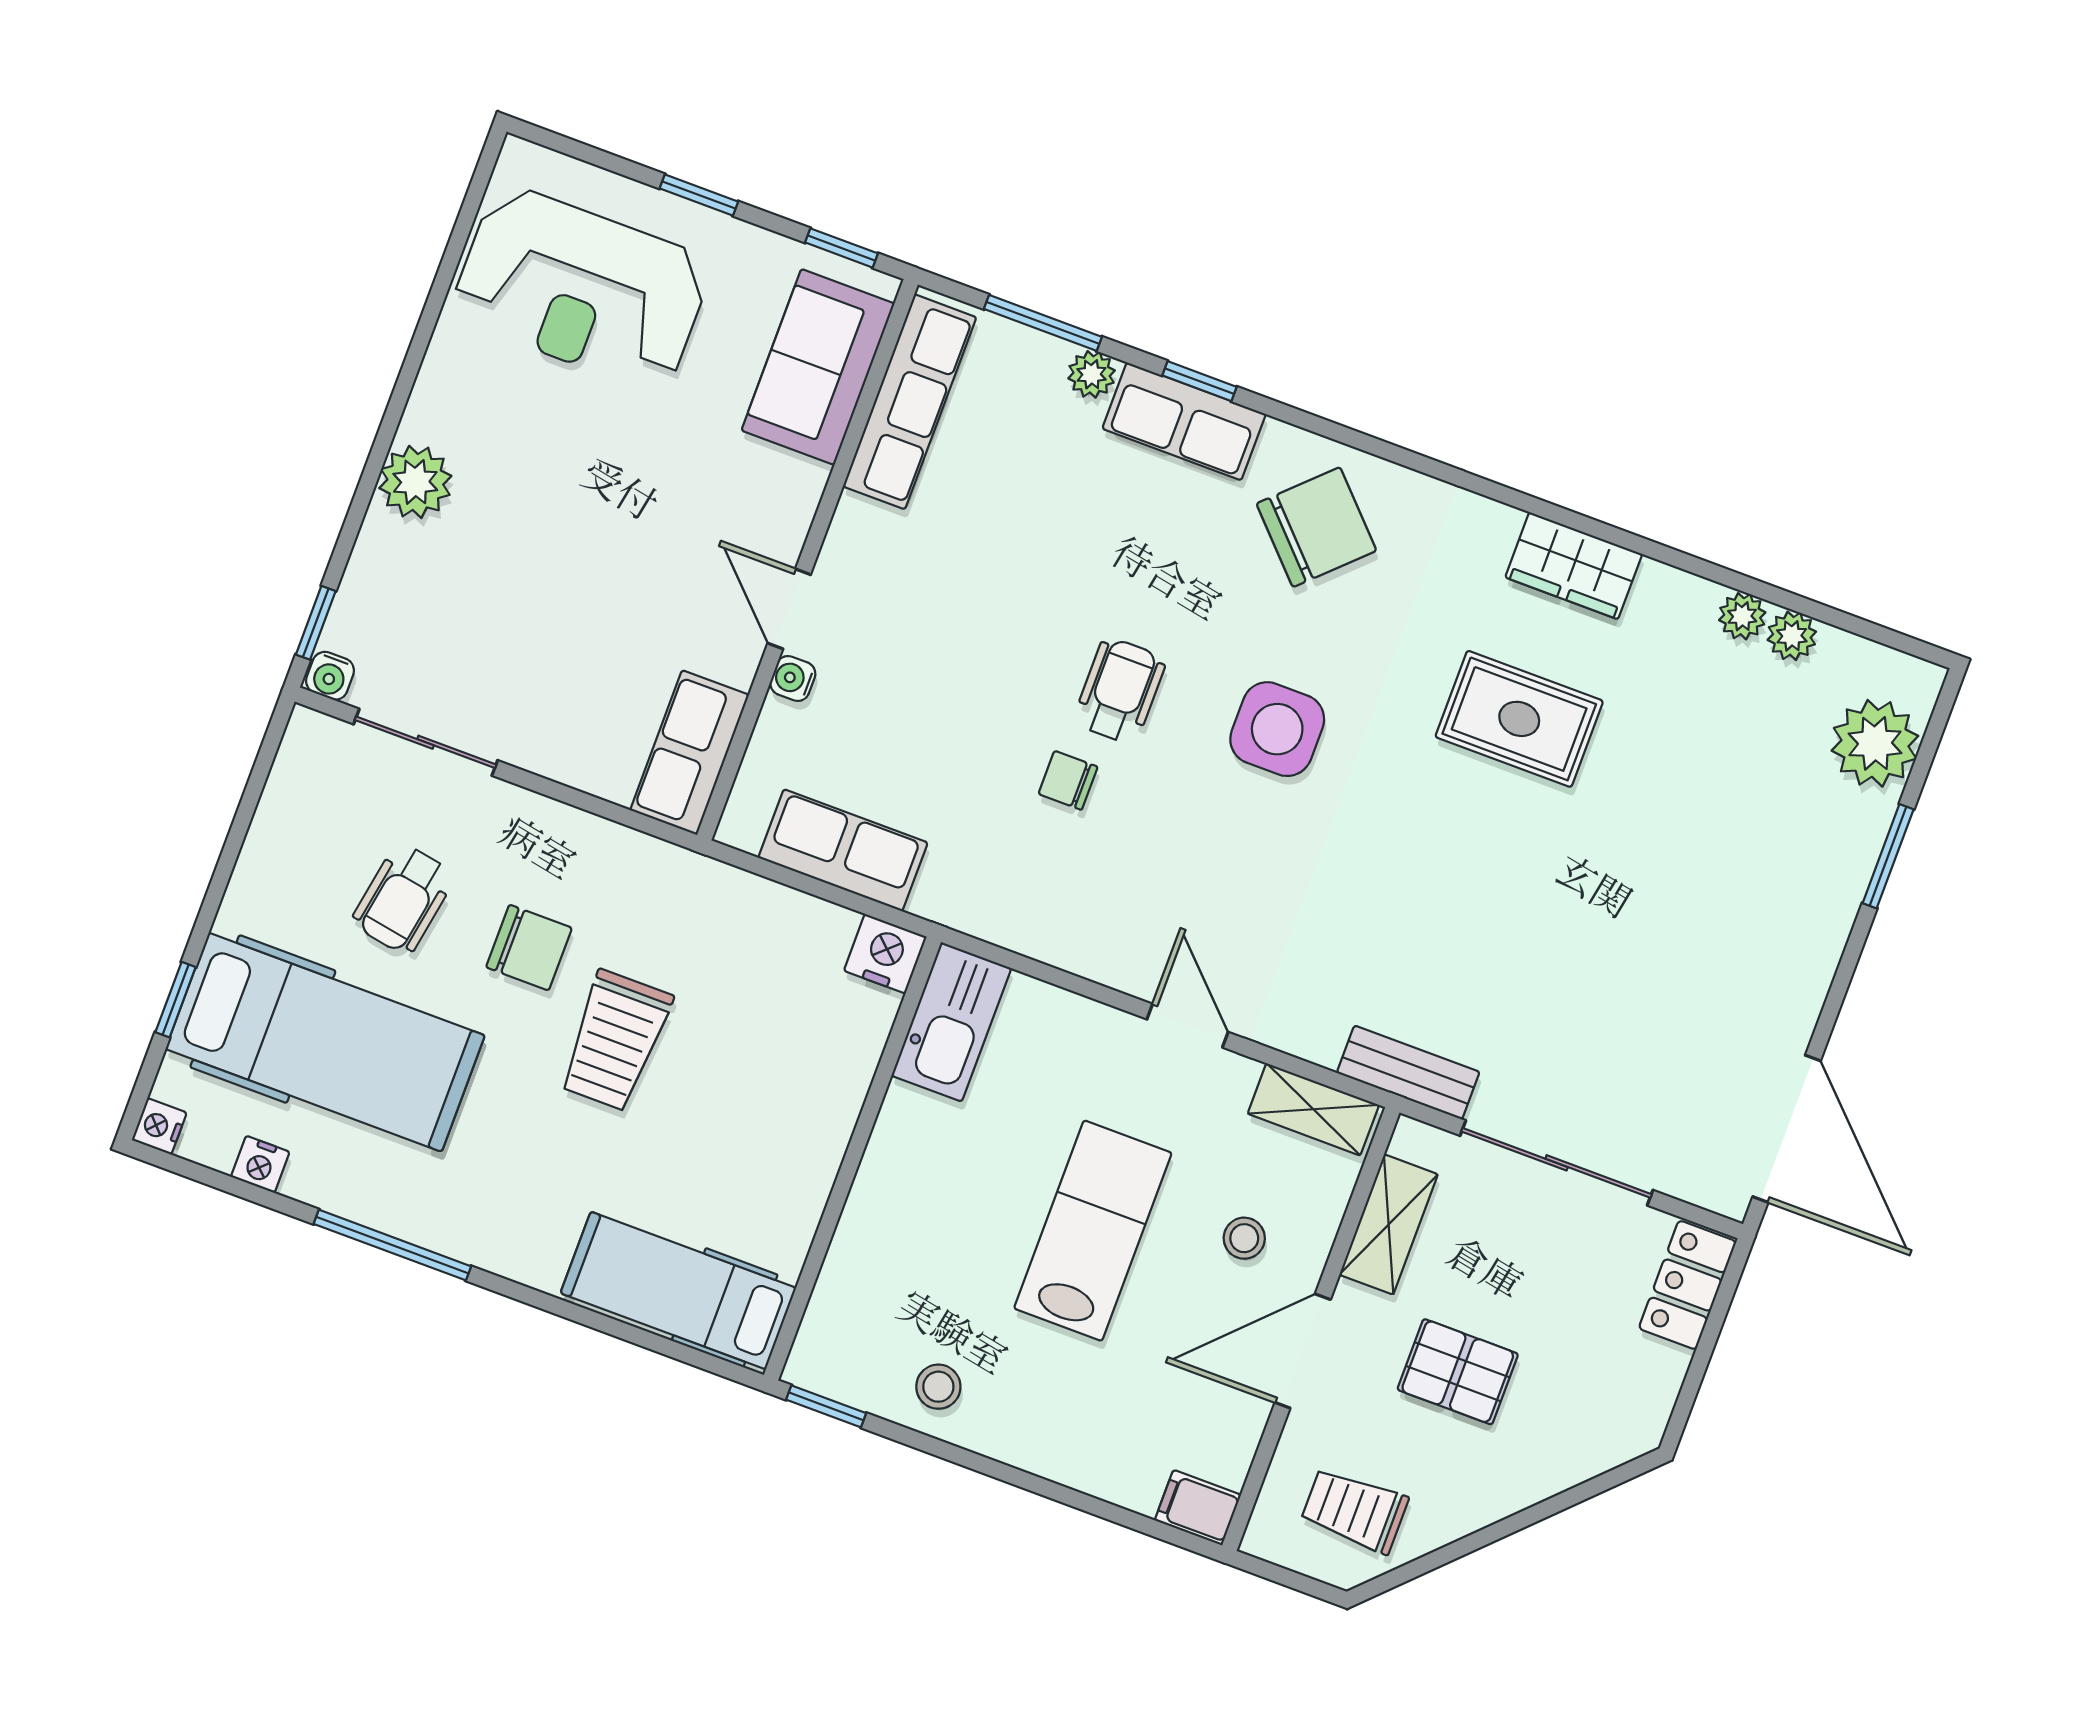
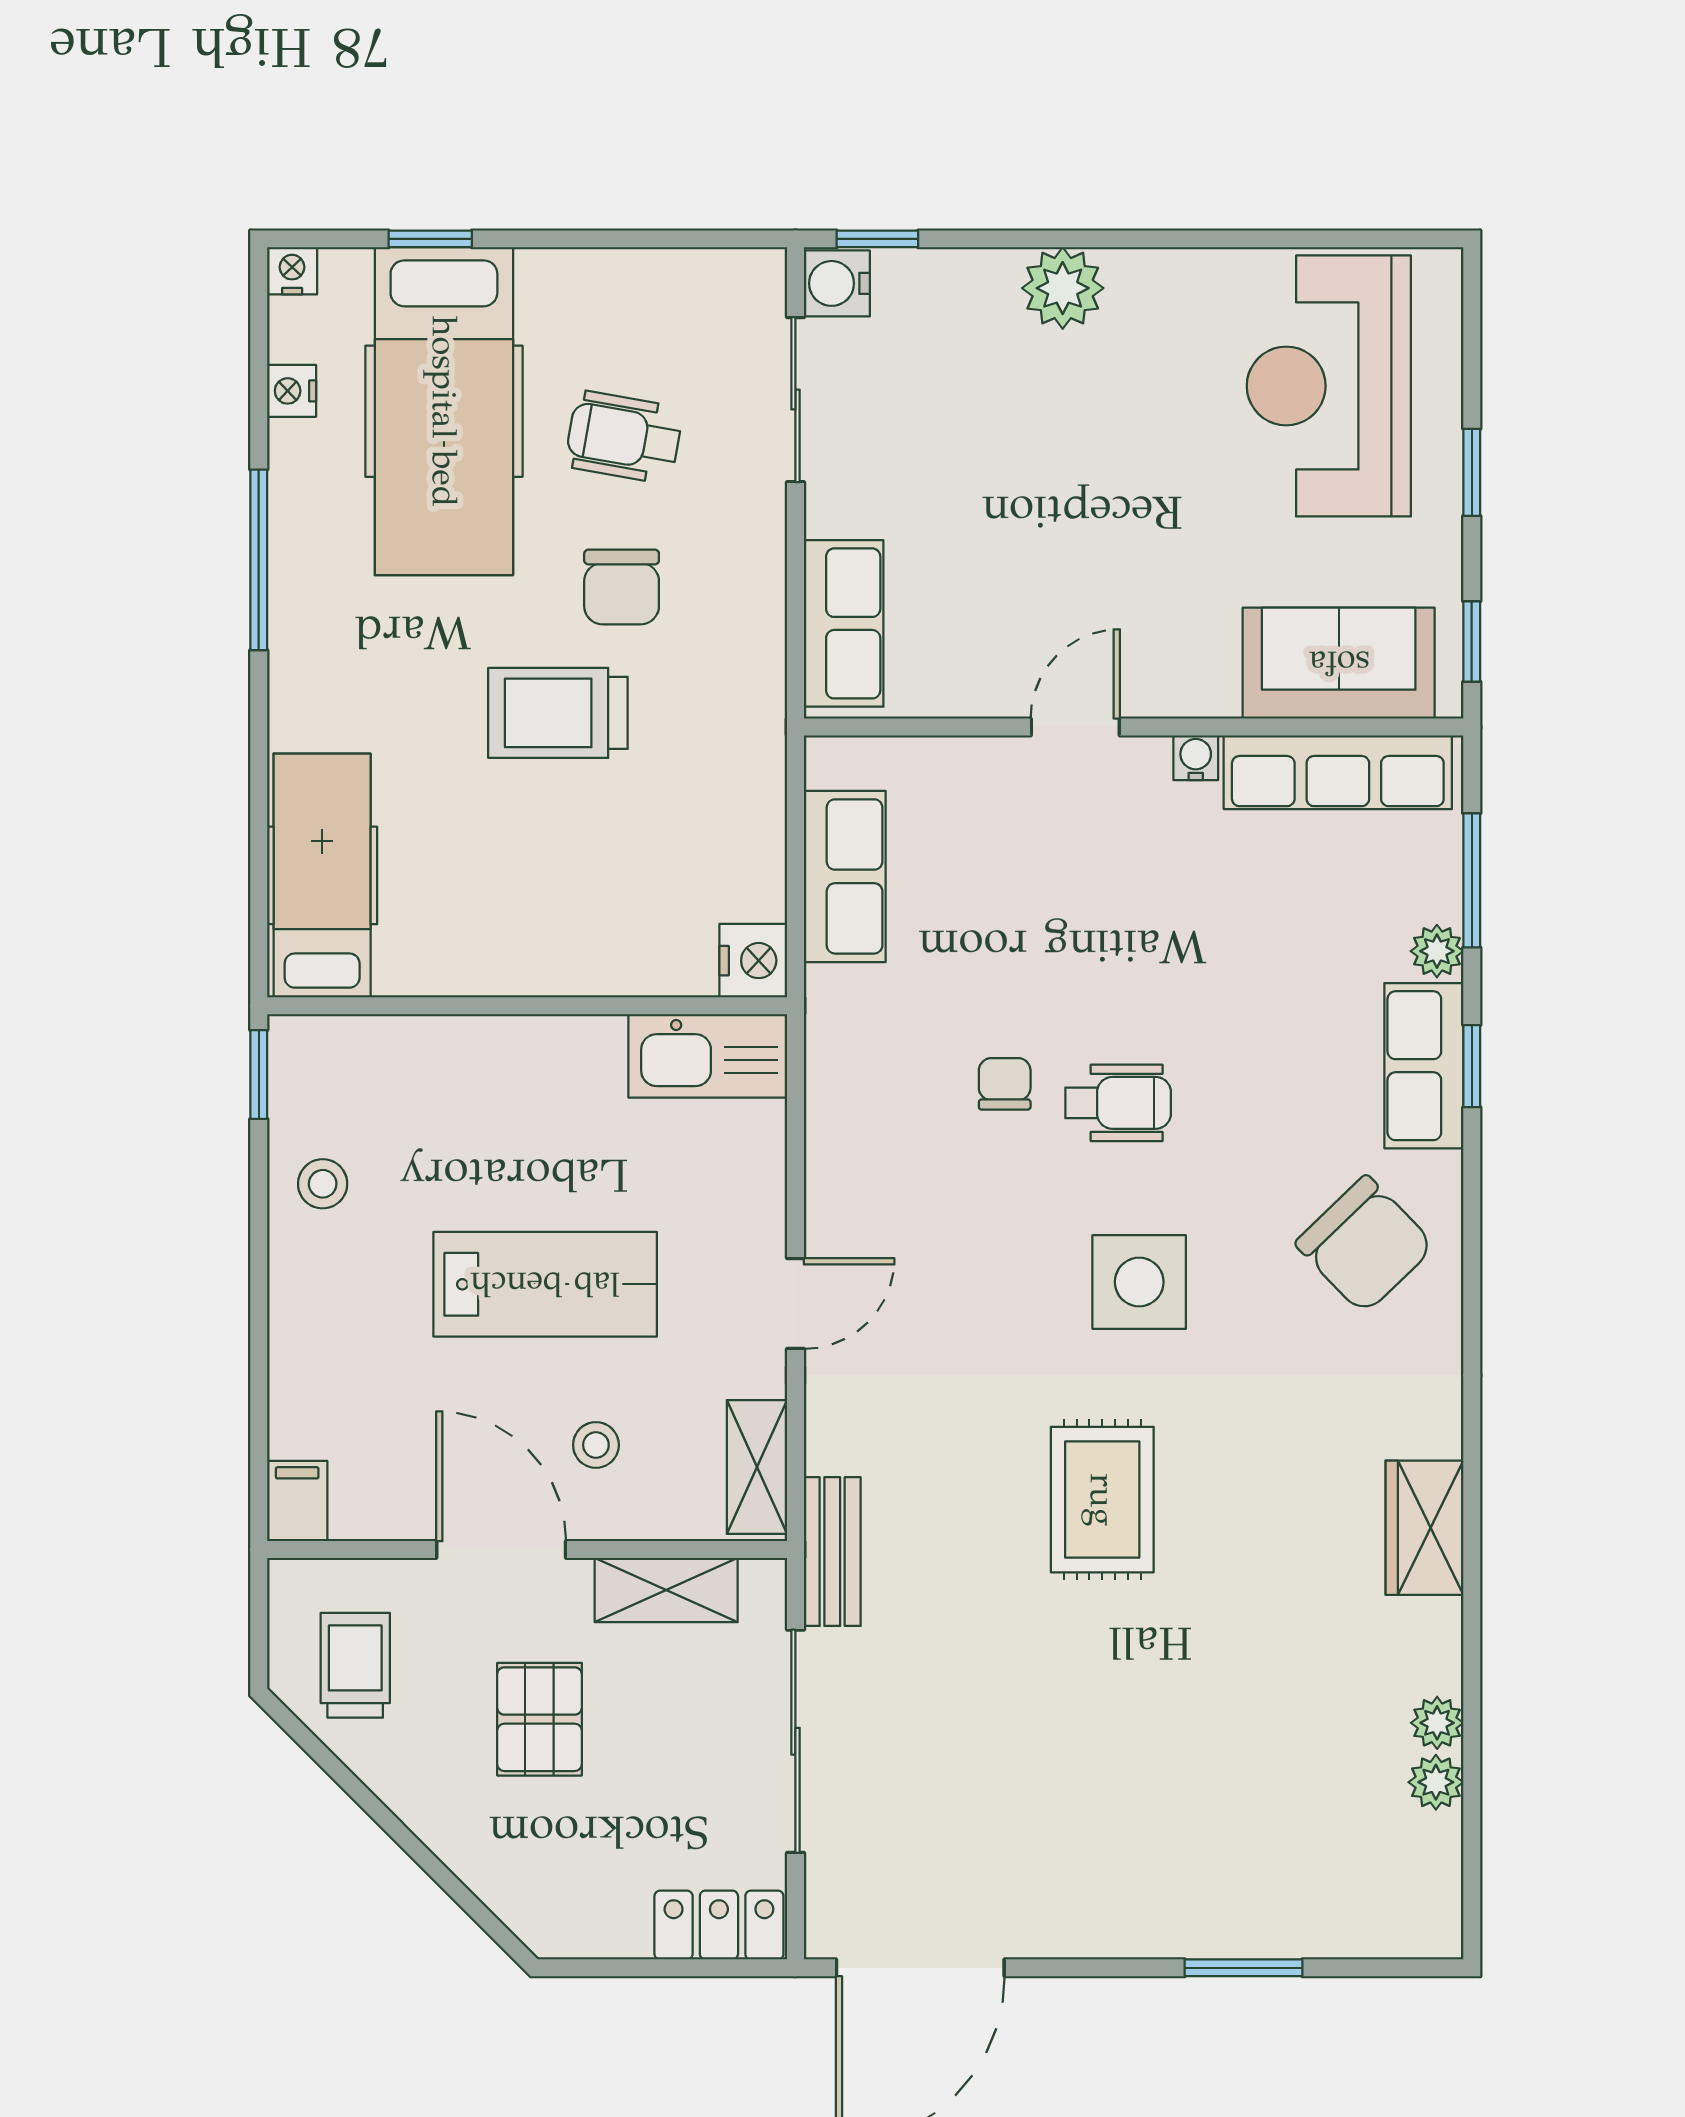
water cooler: (330, 676) -> (837, 283), width x1.38, depth x1.38
water cooler: (793, 679) -> (1196, 758), moved
rug: (1519, 719) -> (1102, 1500), moved
plant: (1875, 743) -> (1356, 1910), removed
row of seats: (690, 753) -> (844, 623), moved, turned 90

